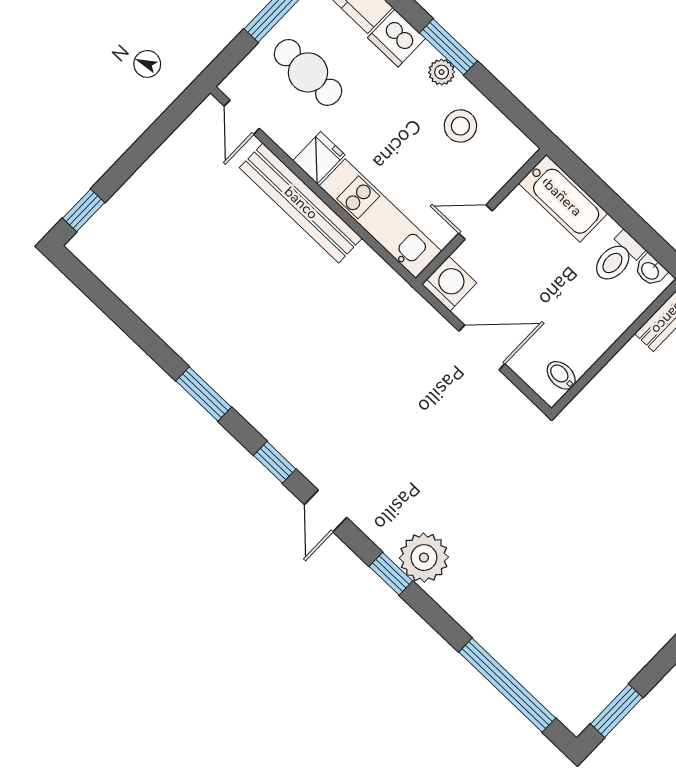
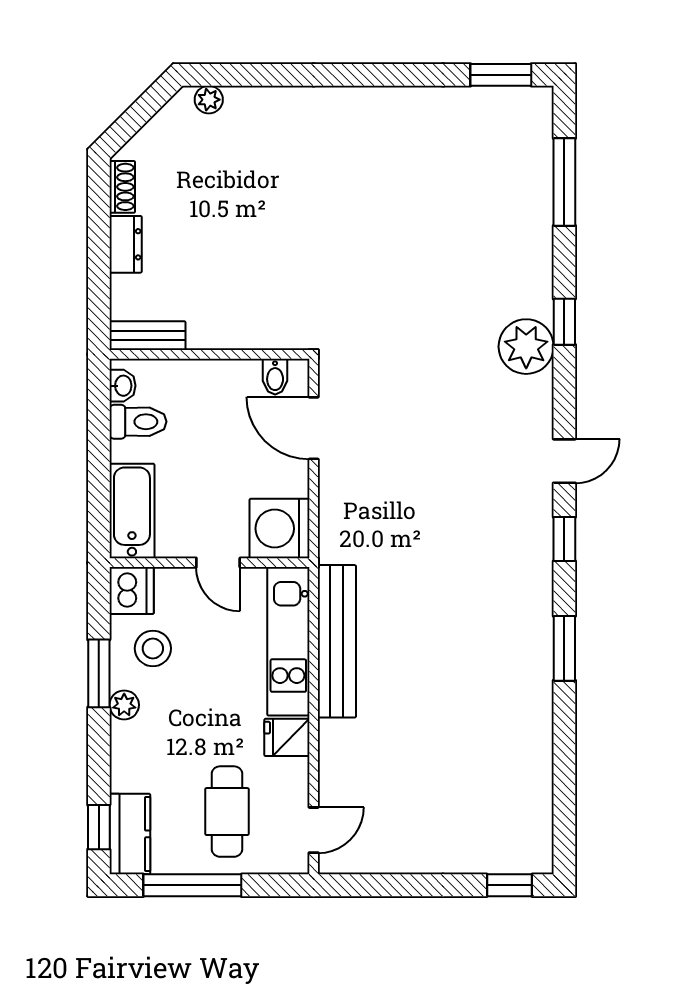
dishwasher: (396, 38) -> (132, 591), moved
window: (448, 47) -> (99, 673), moved
bench: (301, 203) -> (337, 641), moved
washing machine: (449, 284) -> (279, 529), width x1.37, depth x1.37
door: (482, 347) -> (314, 428), moved
window: (391, 574) -> (564, 322), moved
window: (507, 685) -> (564, 182), width x0.68

